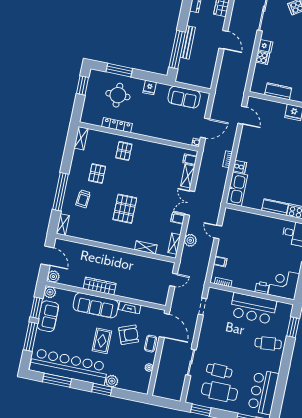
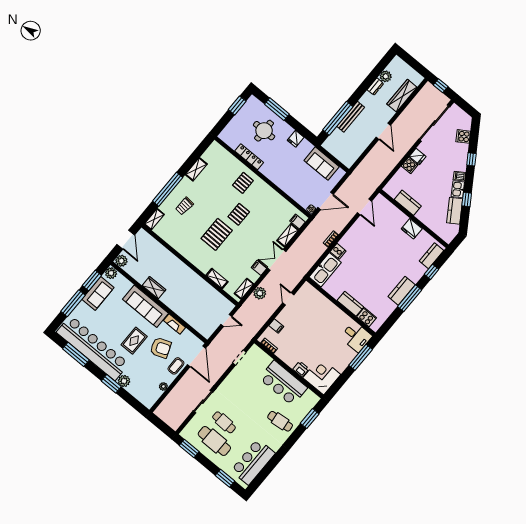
shelving: (81, 138) -> (196, 169), moved
pallet: (97, 174) -> (239, 214), moved
wardrobe: (100, 286) -> (154, 288), width x0.67

